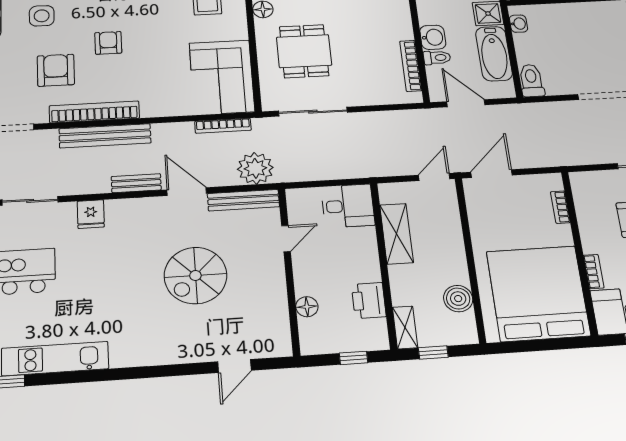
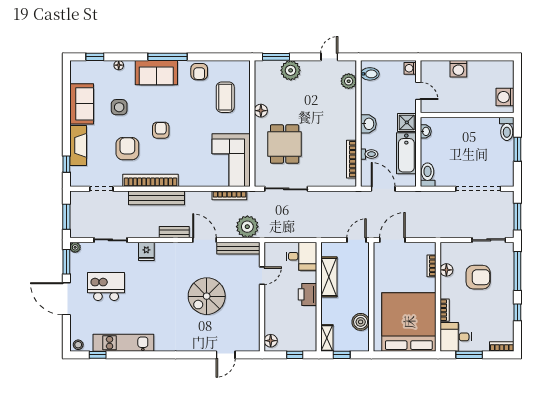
washbasin: (433, 37) -> (368, 124), moved
floor lamp: (586, 212) -> (446, 270), added
printer: (369, 300) -> (307, 294), moved
floor lamp: (307, 307) -> (271, 341), moved

